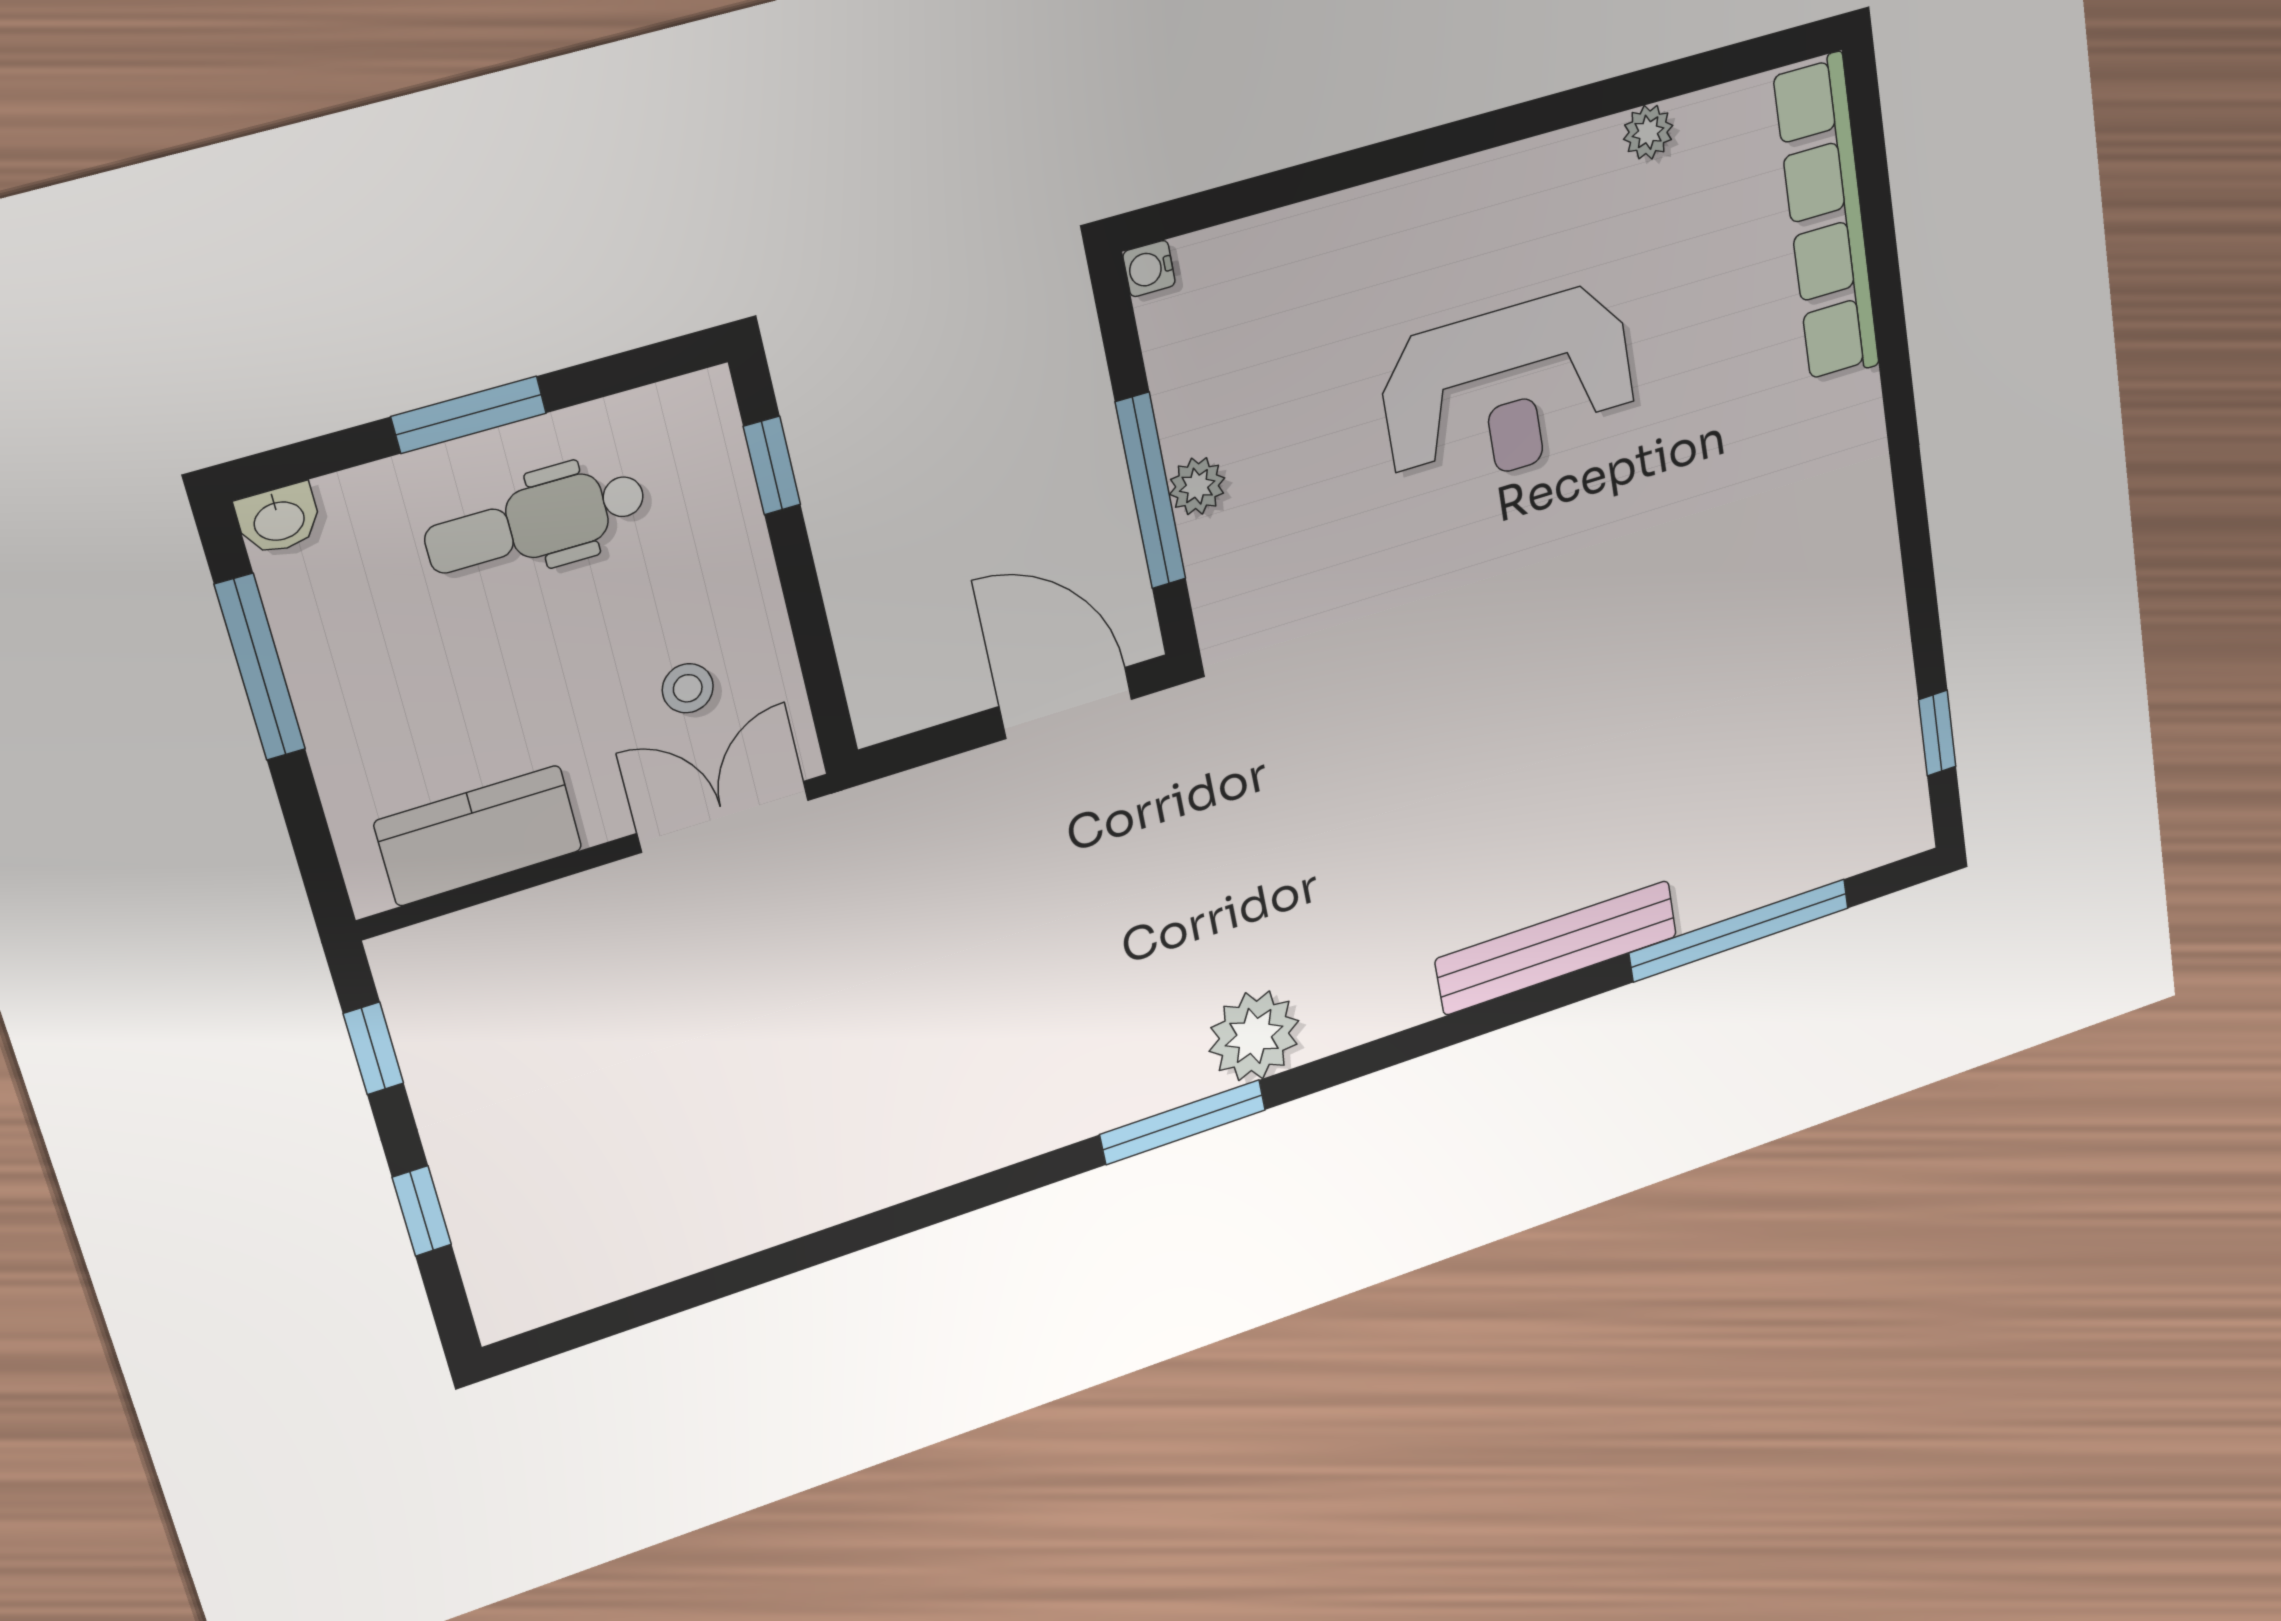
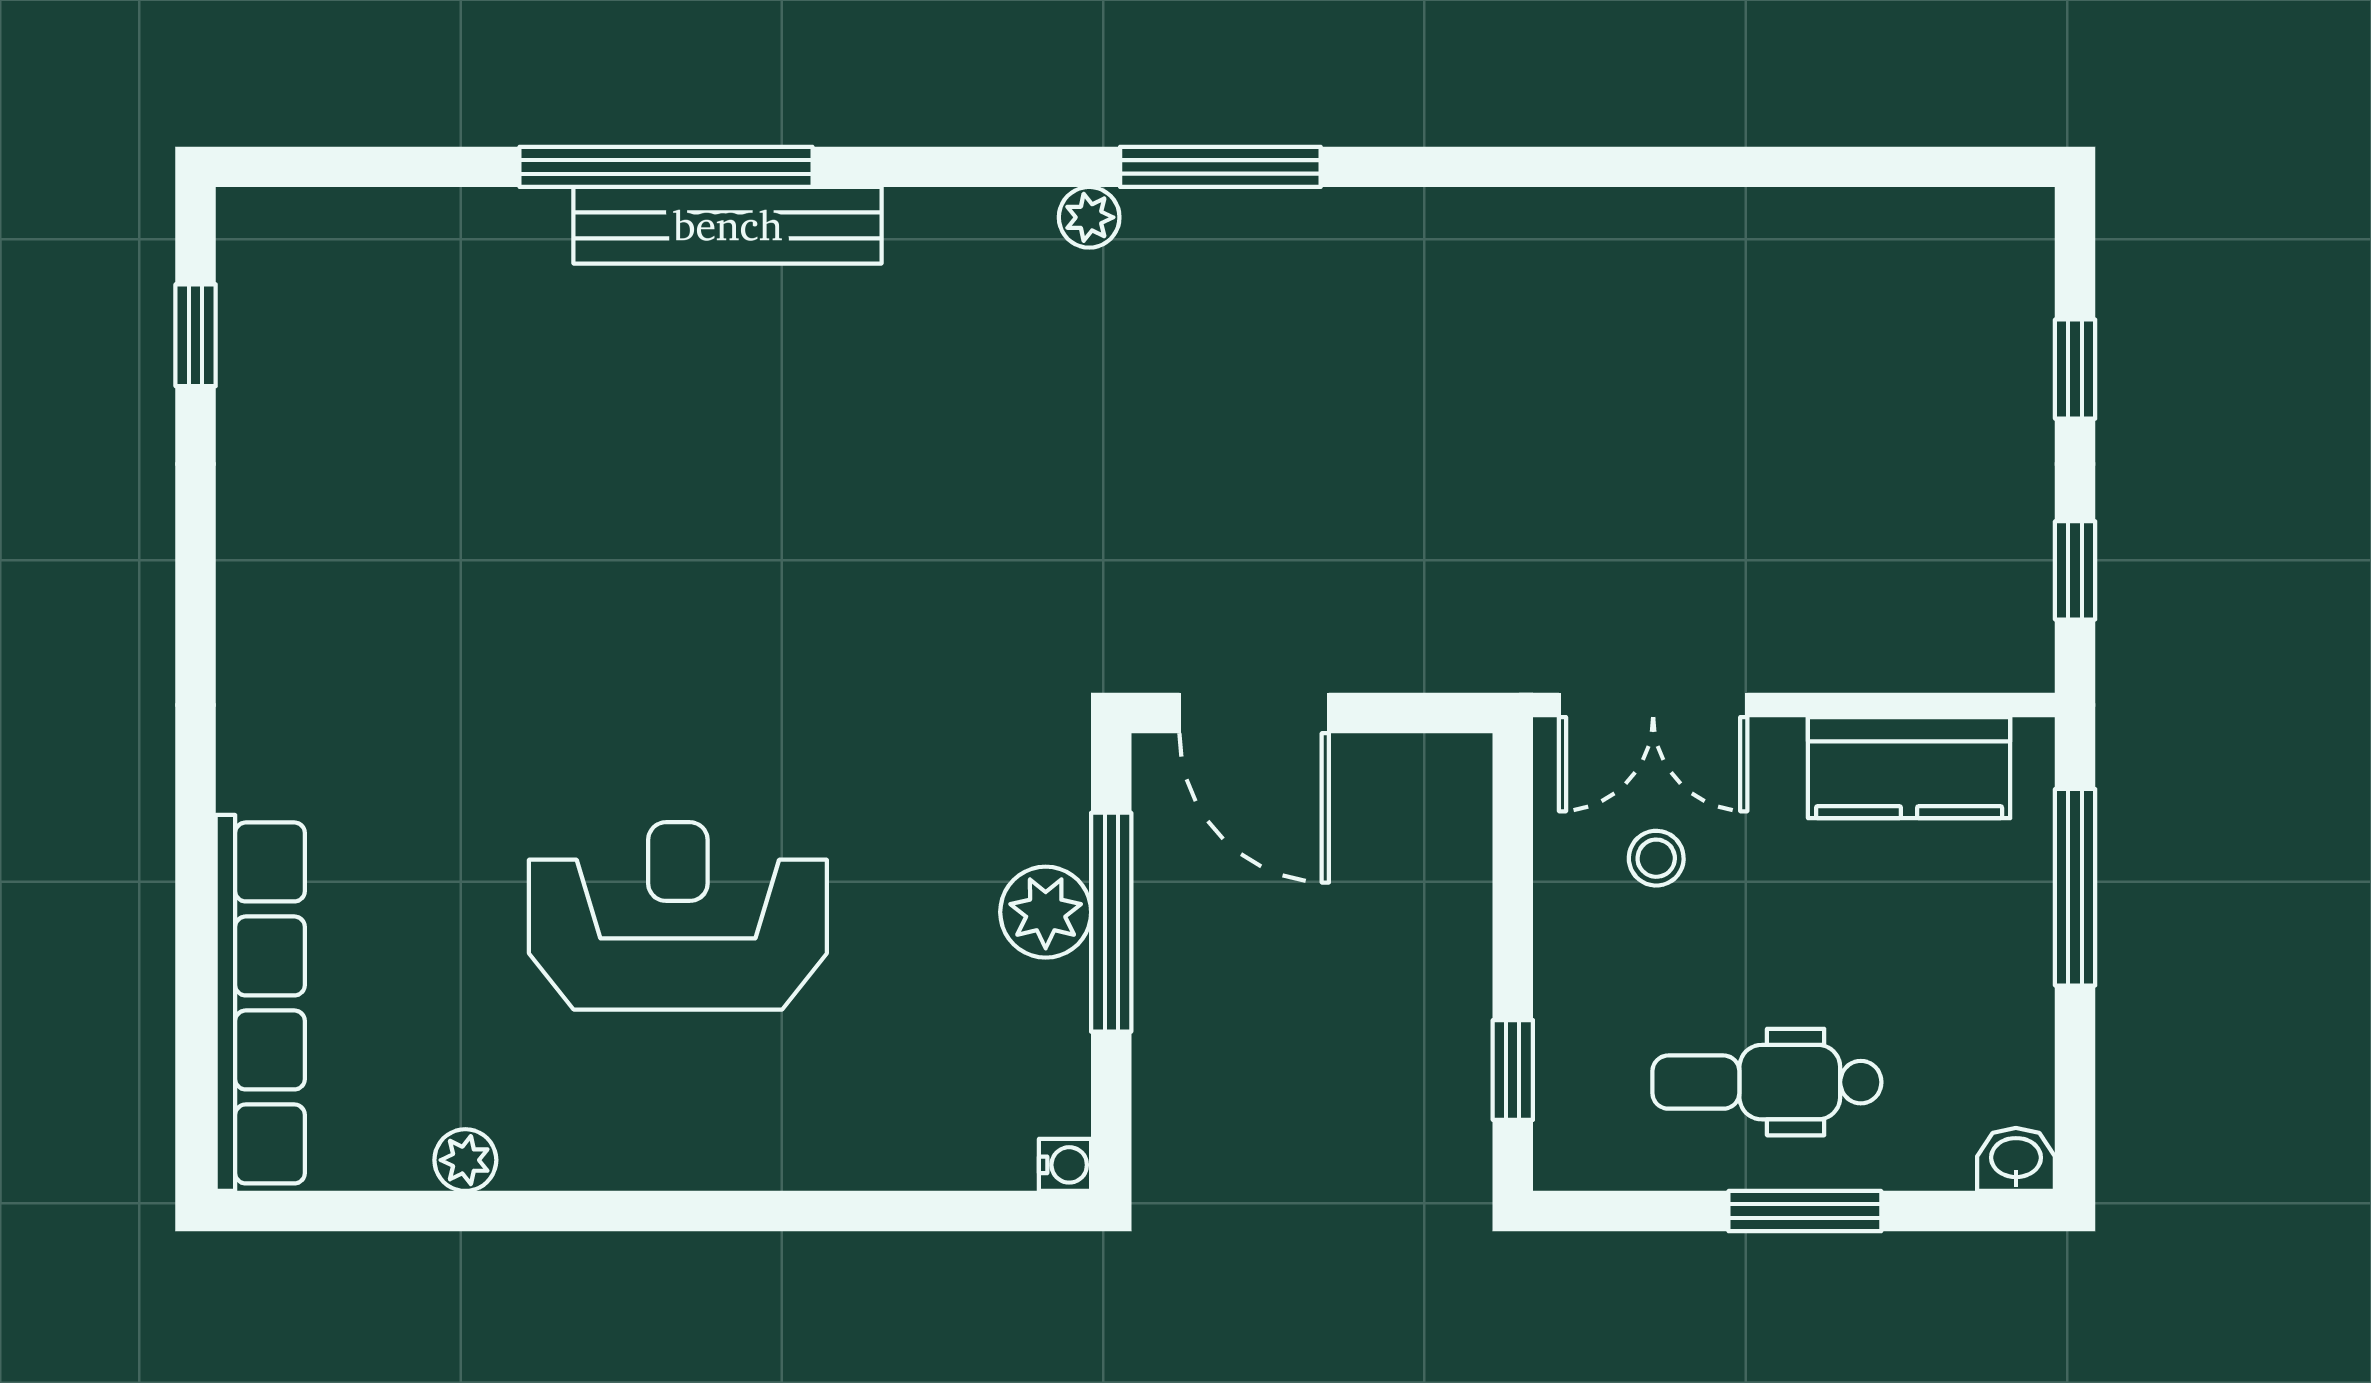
plant: (1197, 486) -> (1046, 912), width x1.38, depth x1.38
dental chair: (536, 522) -> (1767, 1082), turned 180
window: (260, 667) -> (2075, 887), moved
window: (1739, 930) -> (666, 167), moved
plant: (1254, 1036) -> (1089, 217), width x0.53, depth x0.53

